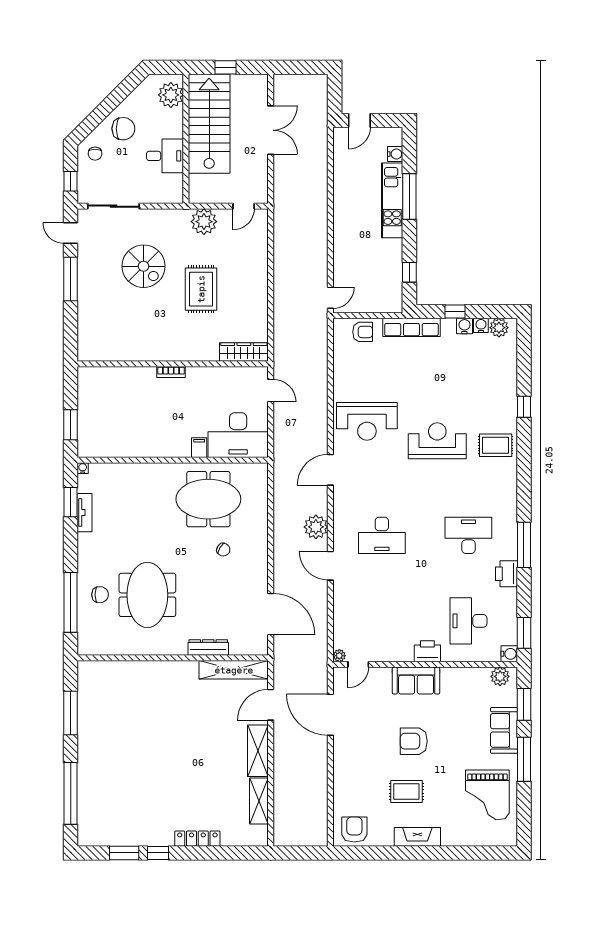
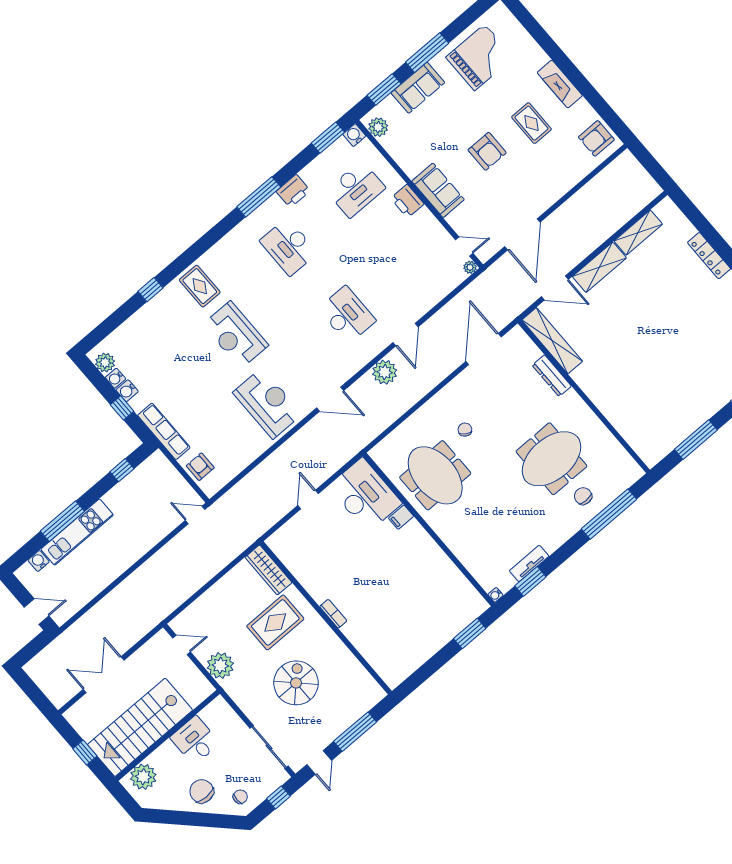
wardrobe: (244, 352) -> (268, 570), moved
wall: (173, 364) -> (326, 618), moved
bookcase: (171, 372) -> (333, 614), moved

